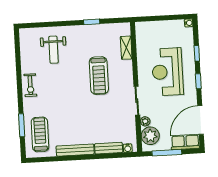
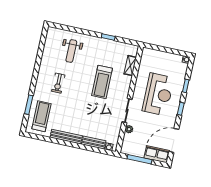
reception desk: (167, 72) -> (158, 94), turned 180
exercise bike: (30, 85) -> (58, 83), moved
plant: (150, 136) -> (130, 142), removed

